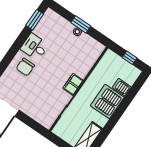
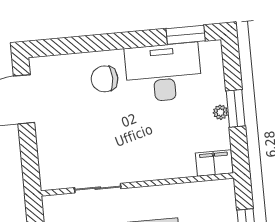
desk: (35, 47) -> (163, 73), width x1.87, depth x1.30
filing cabinet: (73, 84) -> (214, 163), moved

